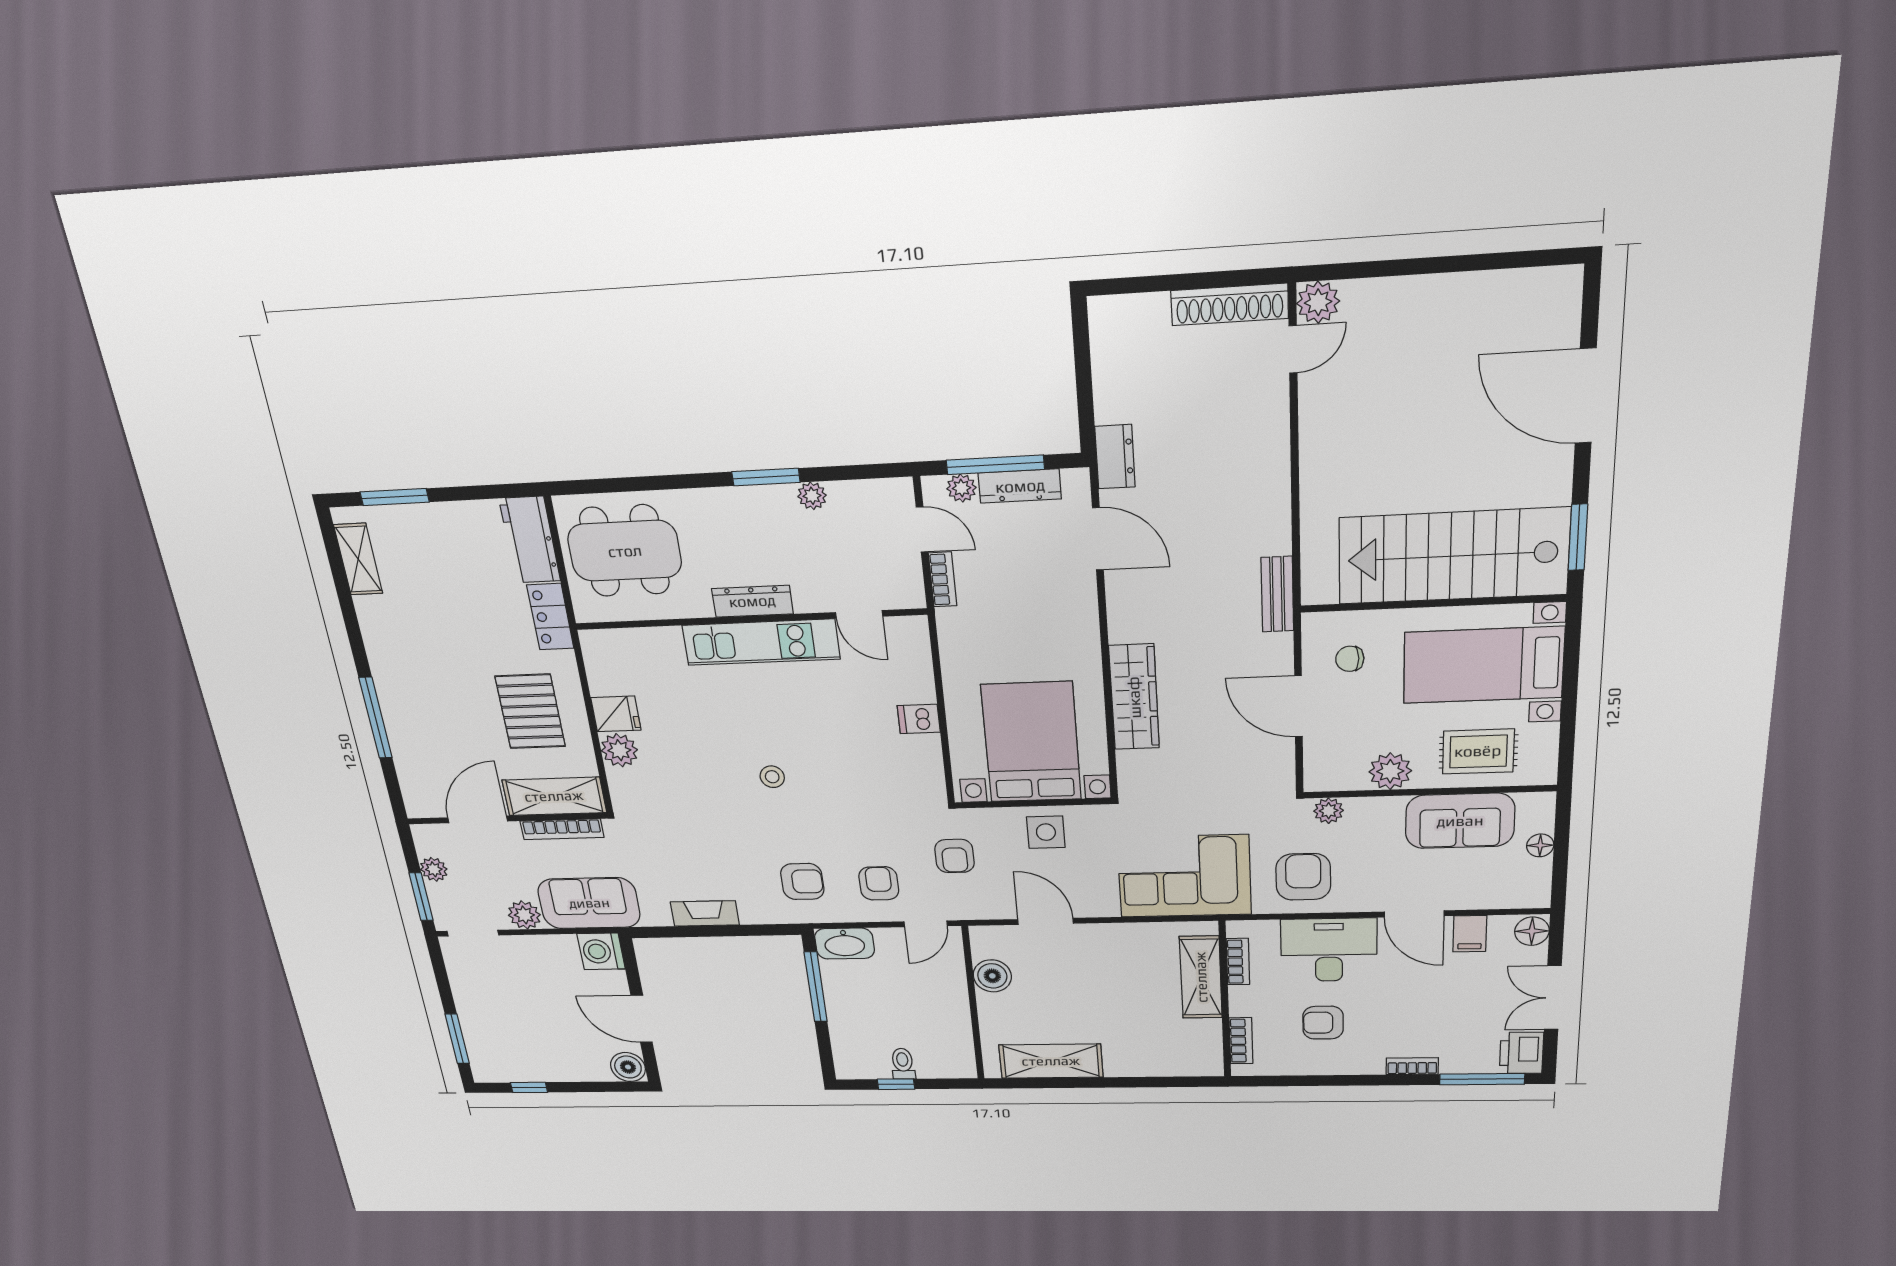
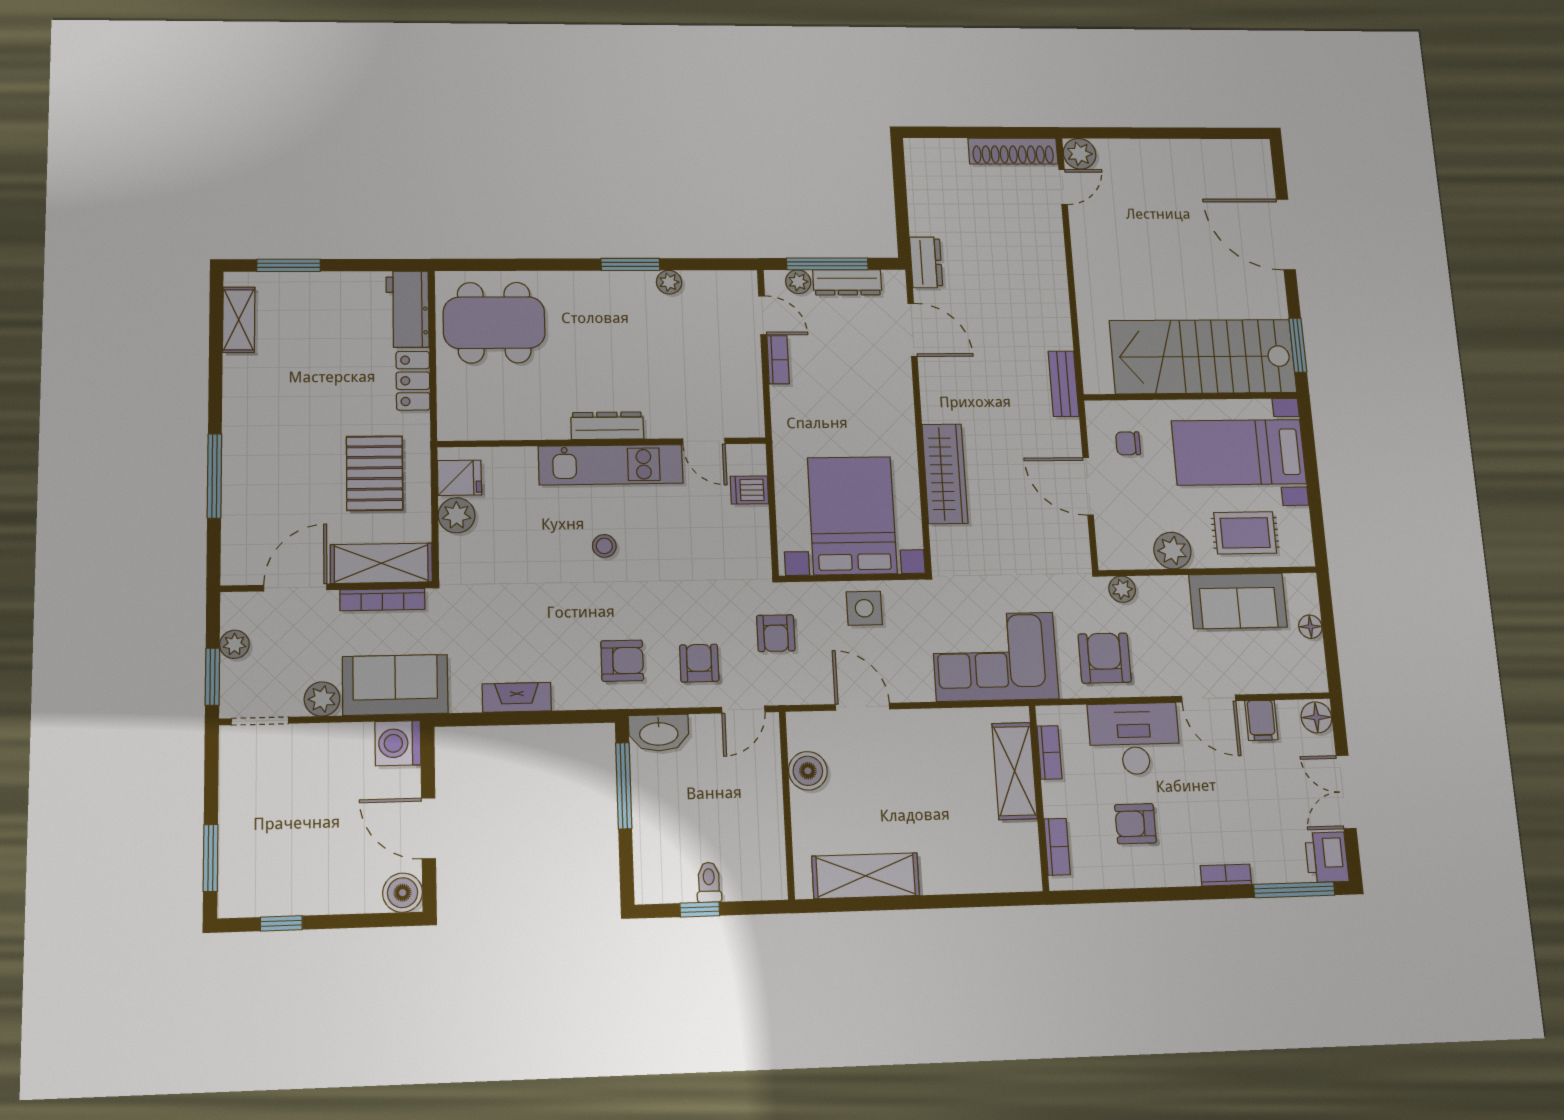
dresser: (752, 601) -> (607, 426), moved
door: (859, 614) -> (704, 441), moved
wall: (750, 619) -> (603, 442), moved
kitchen unit: (761, 642) -> (611, 465), moved

